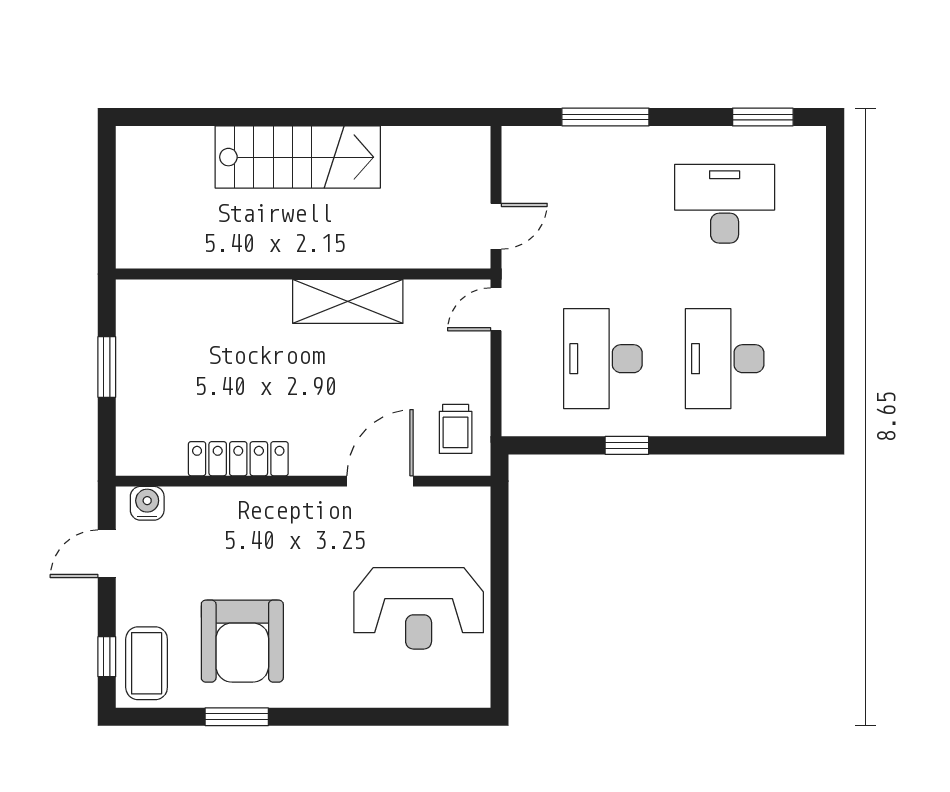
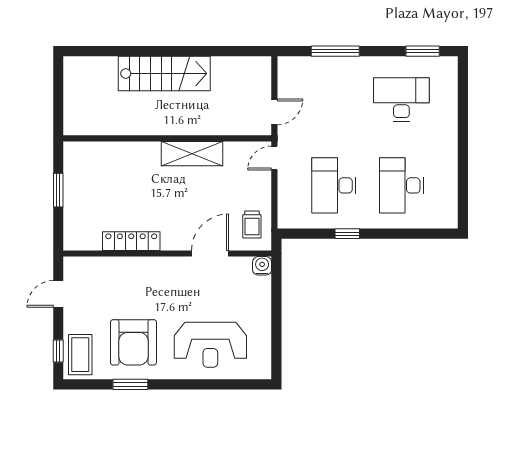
water cooler: (147, 503) -> (262, 266), moved
reception desk: (419, 608) -> (210, 345), moved

